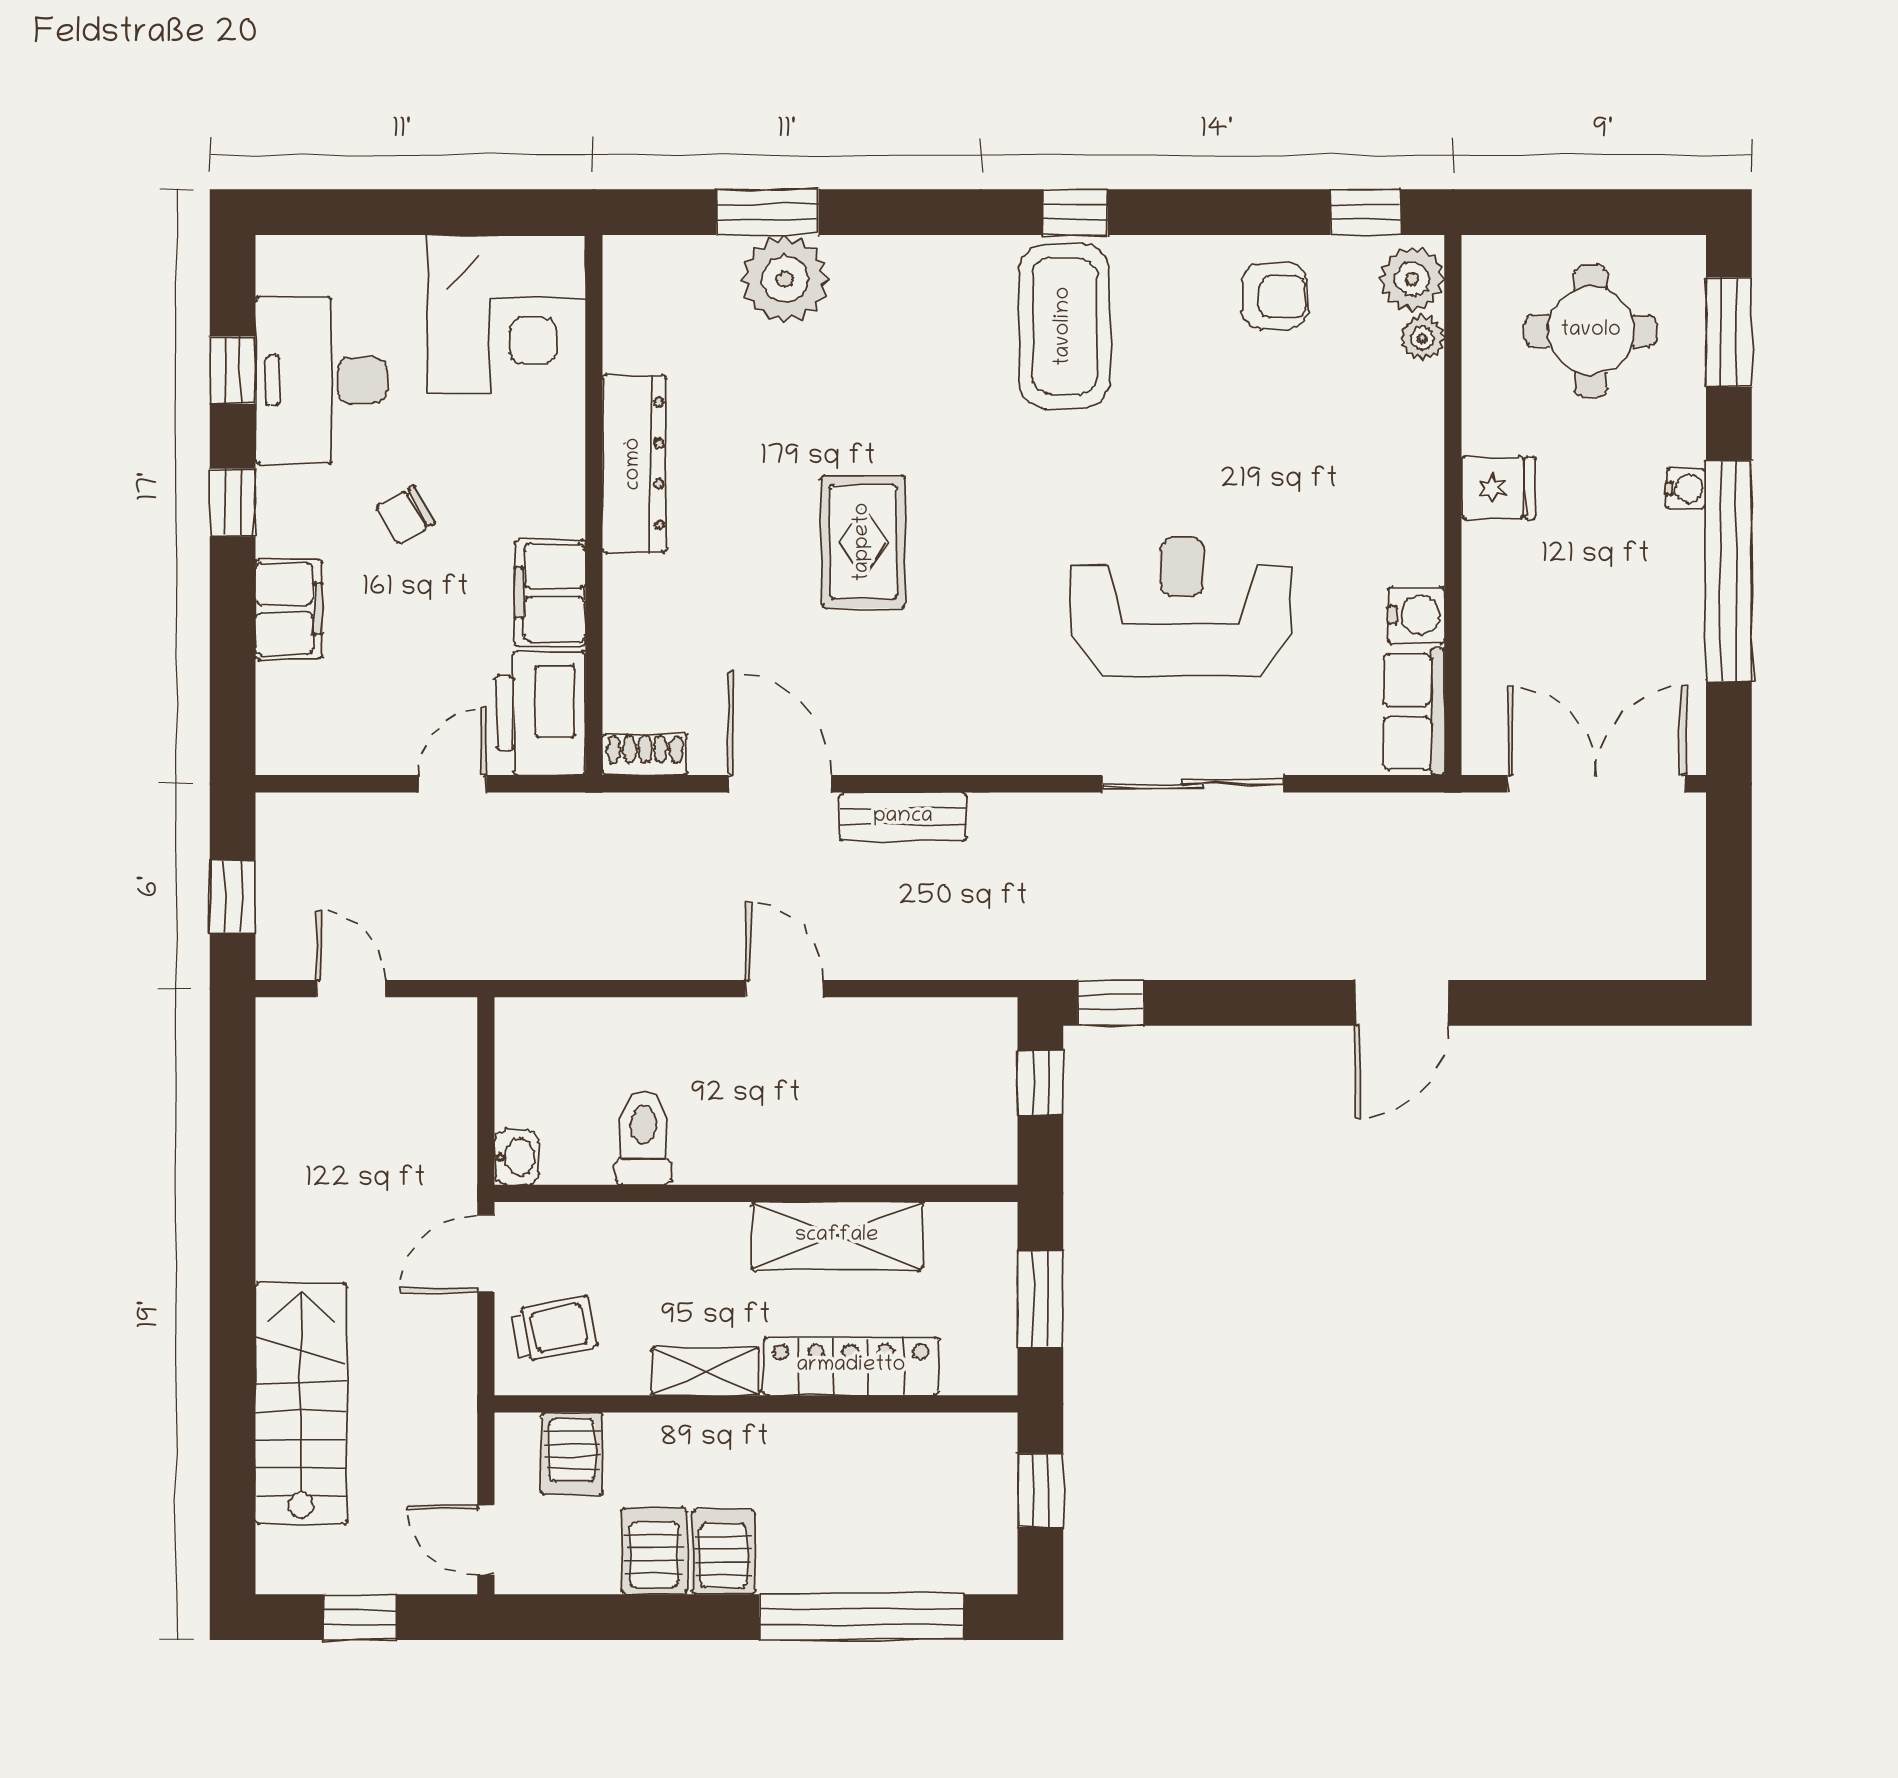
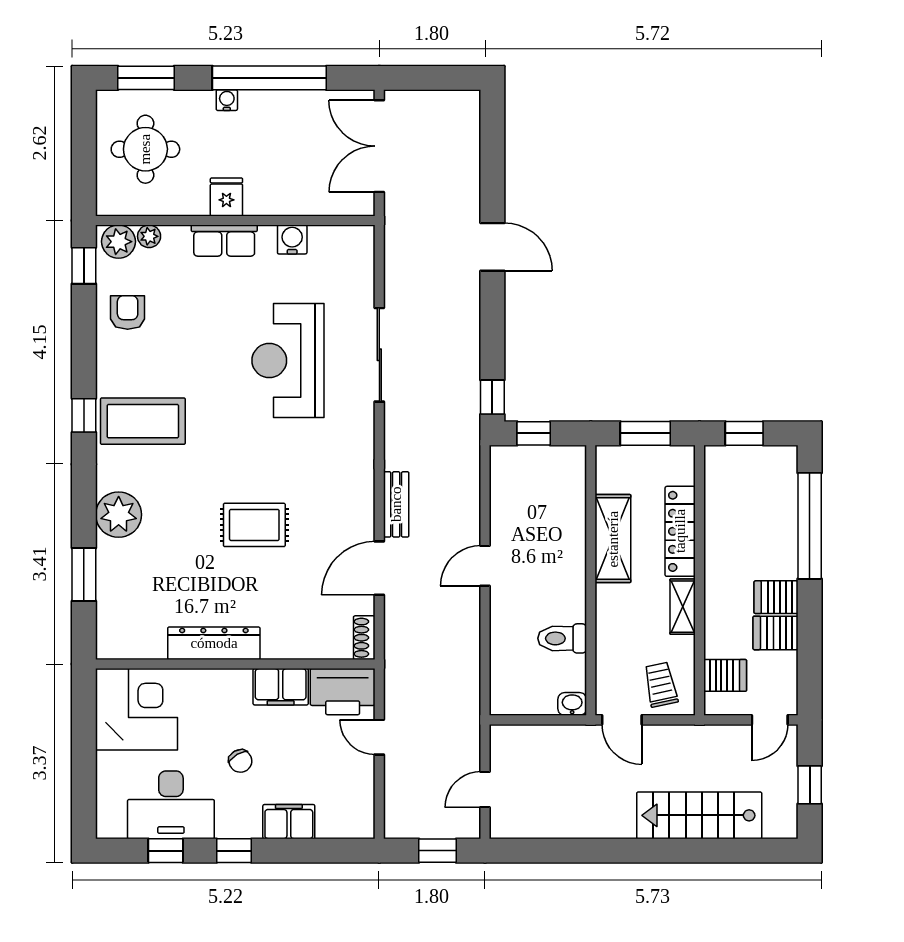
plant: (785, 279) -> (119, 515), moved
row of seats: (1414, 712) -> (224, 241), moved

